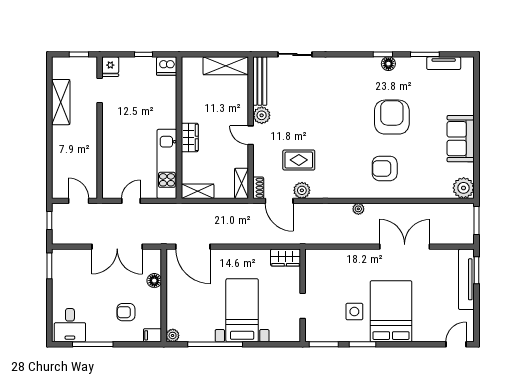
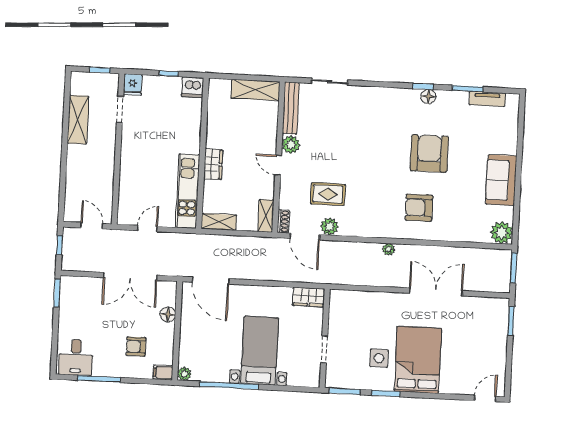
tv unit: (466, 279) -> (500, 330), removed

